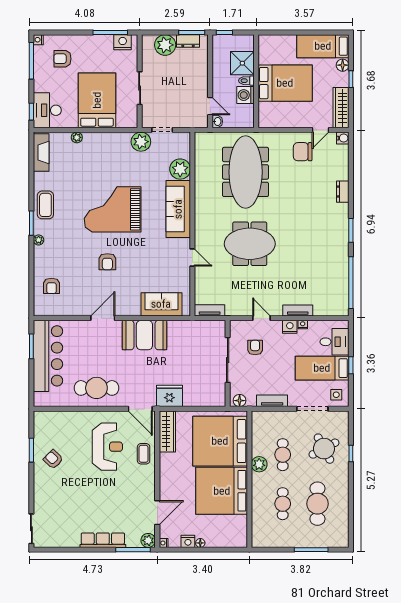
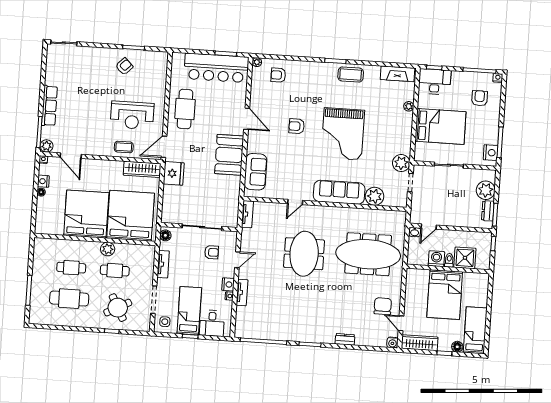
grand piano: (113, 209) -> (343, 134), turned 180
plant: (39, 240) -> (257, 62), moved

